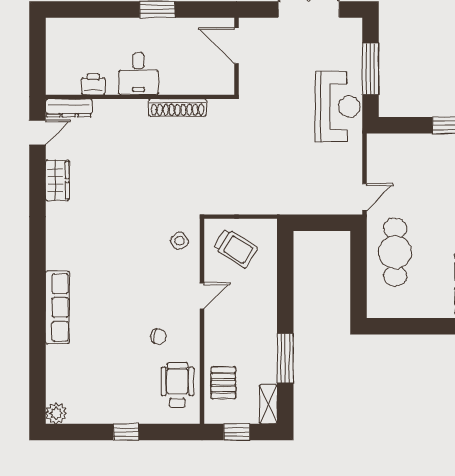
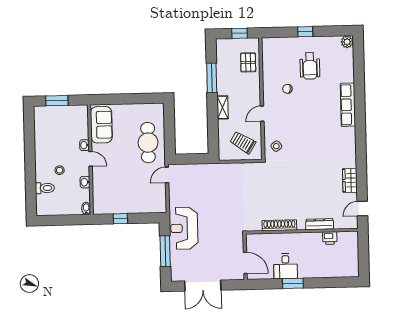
desk: (138, 74) -> (285, 266), moved, turned 180
dresser: (69, 108) -> (320, 224), moved
wheelchair: (177, 385) -> (310, 66), moved
shelving: (268, 404) -> (223, 107), moved

